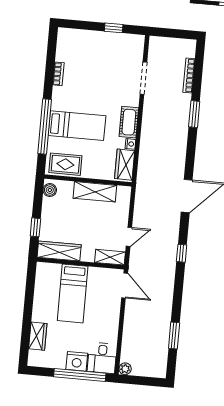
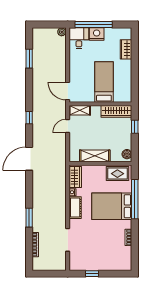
bed: (77, 126) -> (112, 206), width x1.50

